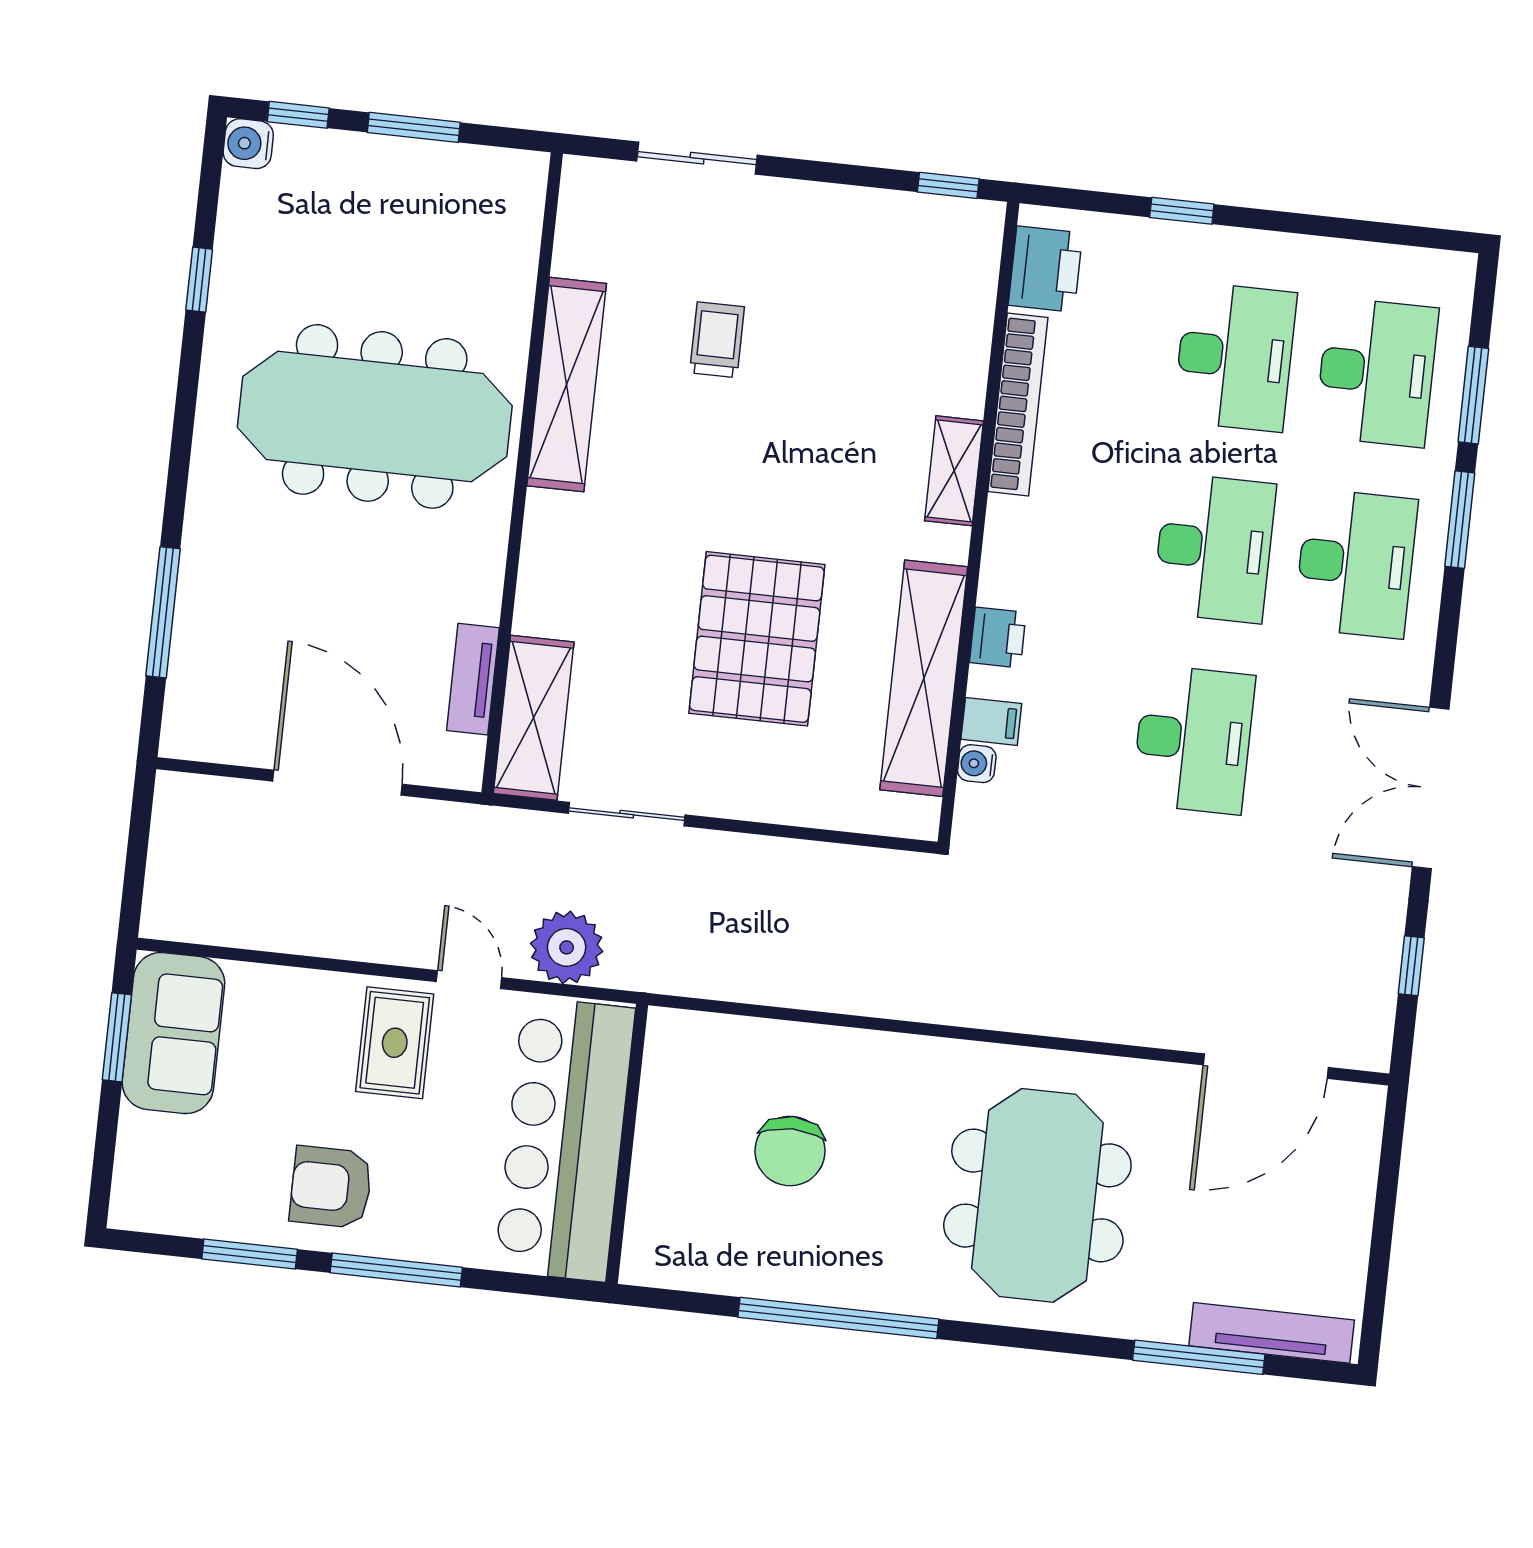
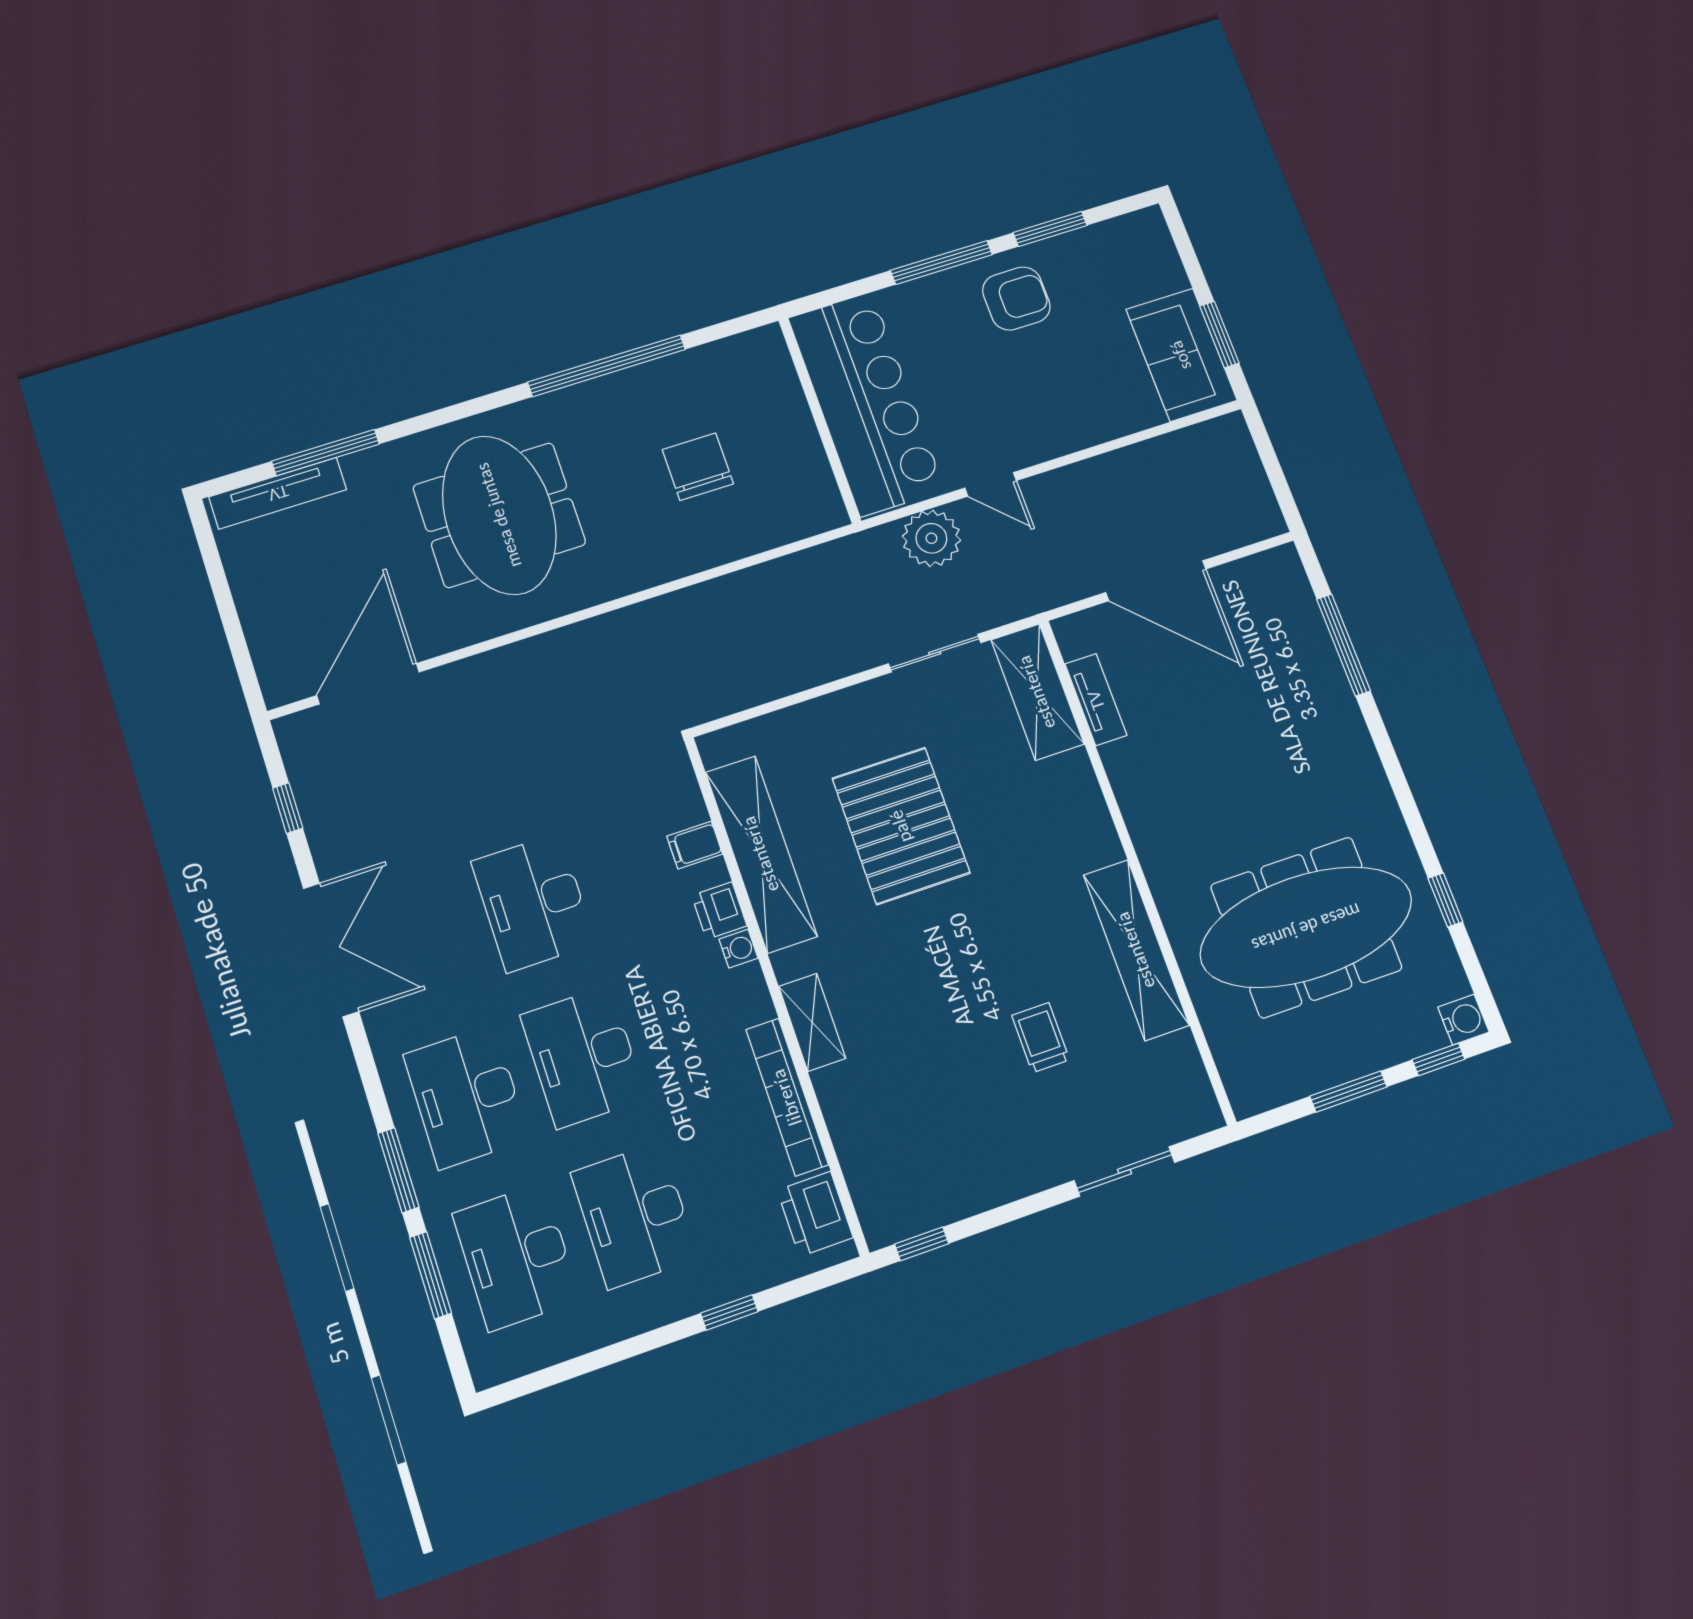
trolley: (717, 340) -> (1041, 1038), turned 180
meeting table: (375, 416) -> (1306, 927), moved
water cooler: (977, 764) -> (739, 949), moved
rug: (395, 1043) -> (1022, 417), removed

